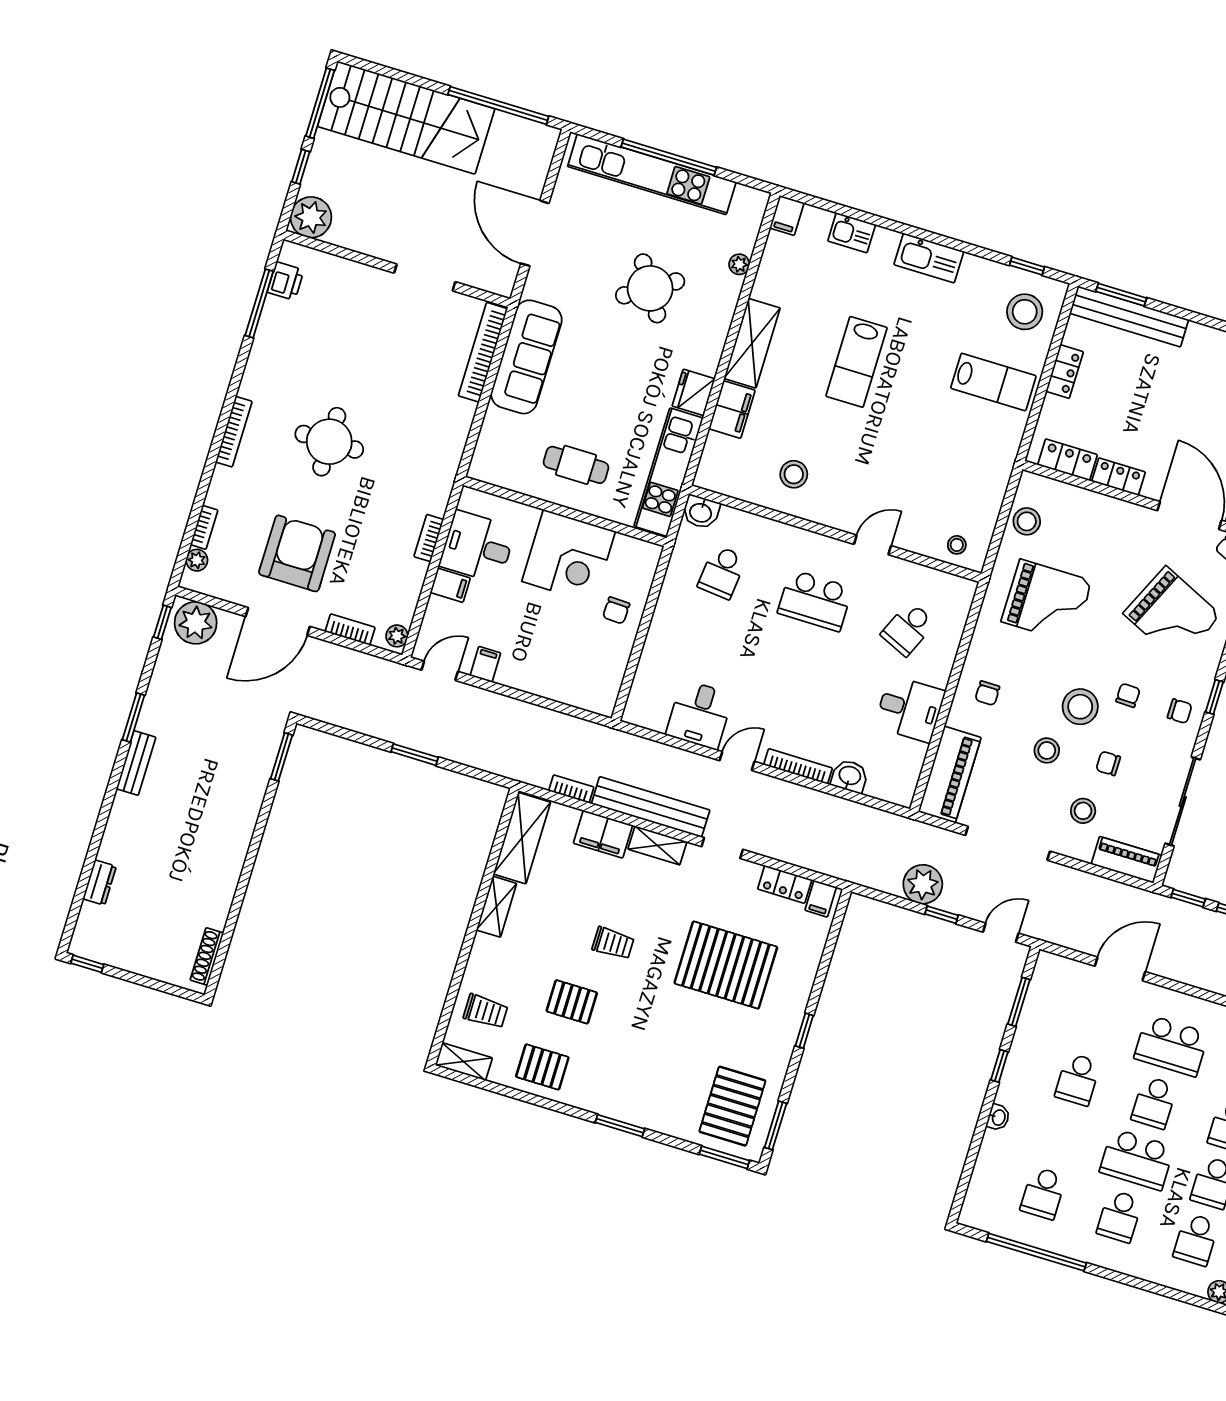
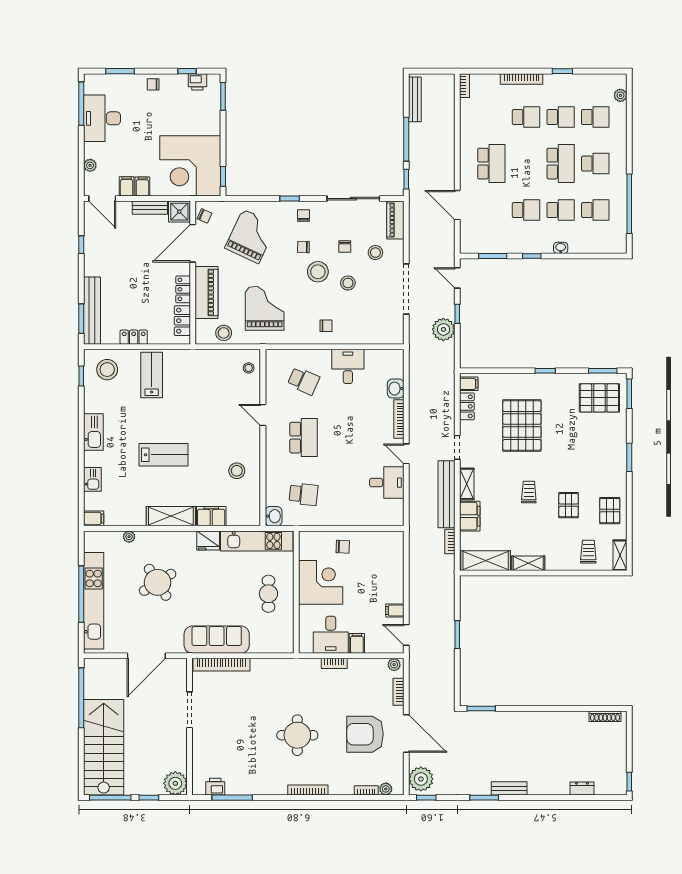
piano: (950, 775) -> (206, 292), moved, turned 90
school desk: (1154, 1103) -> (561, 210), moved

